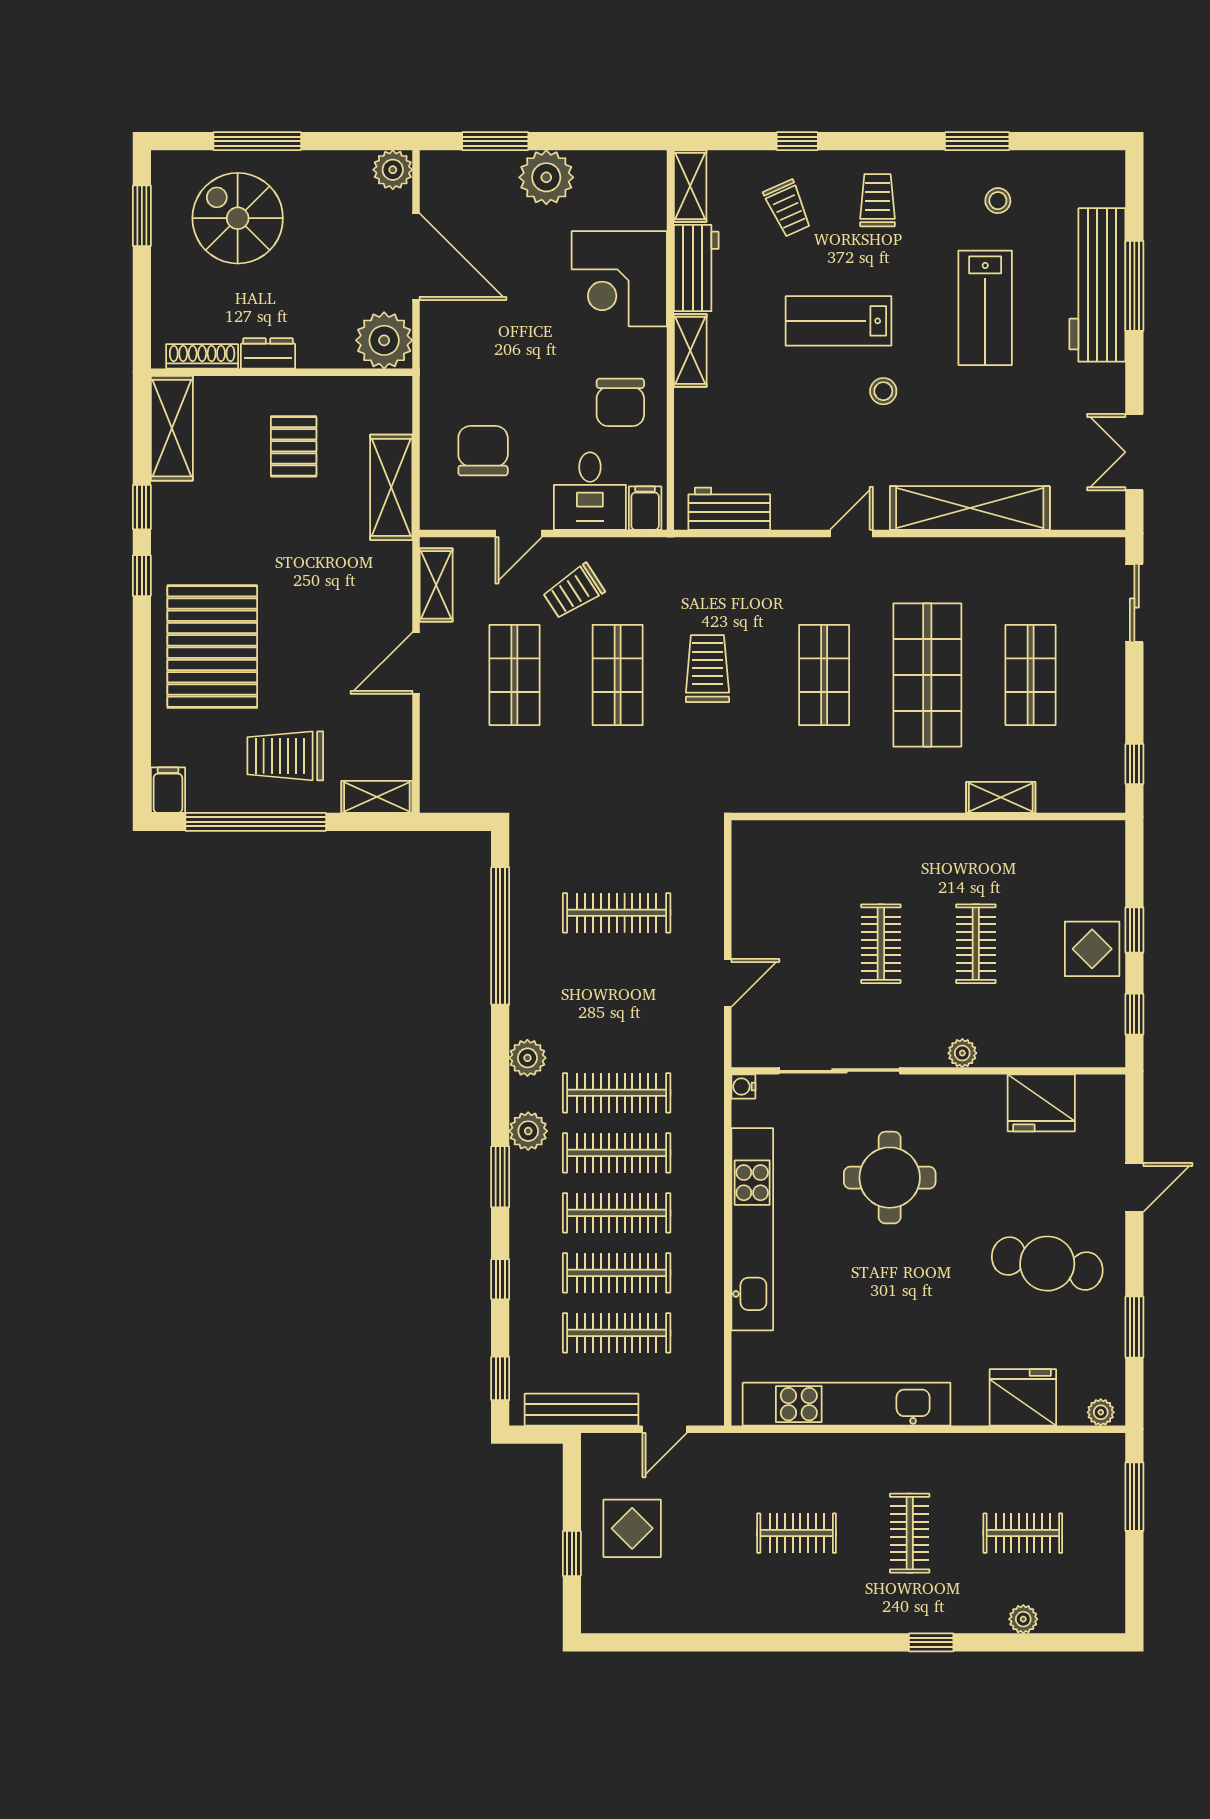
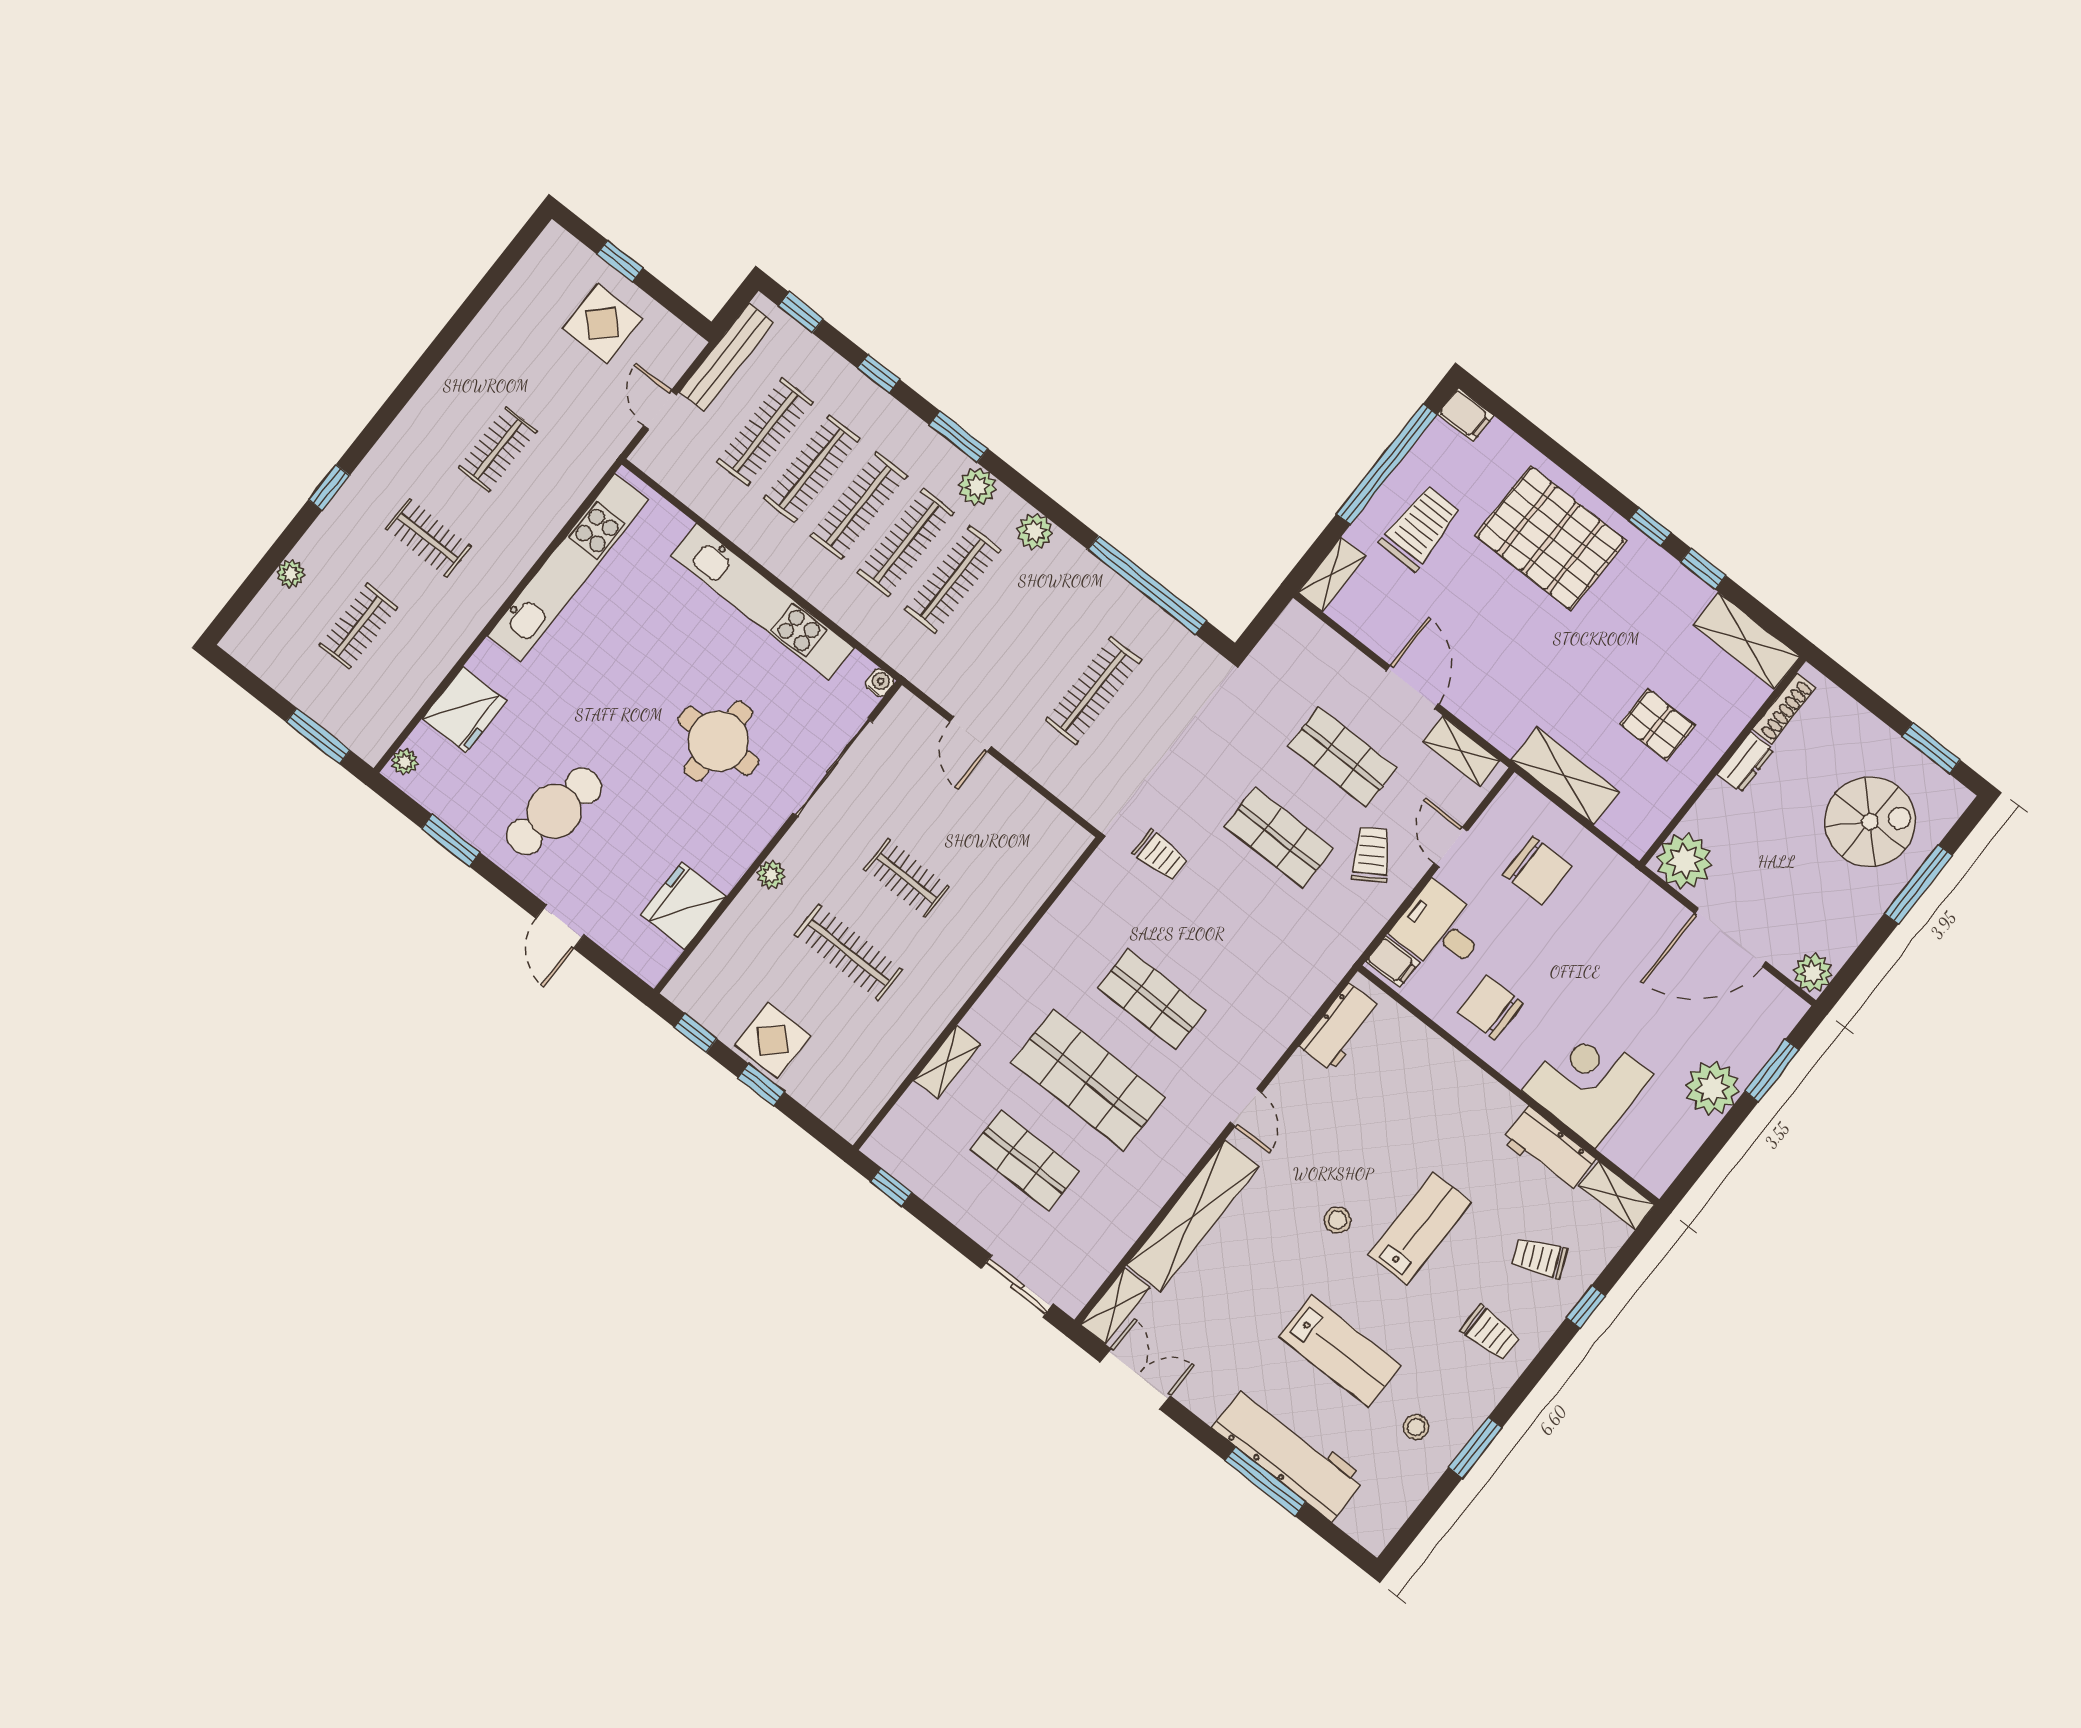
lab bench: (985, 308) -> (1340, 1351), turned 180
shelving: (690, 350) -> (1115, 1306), moved, turned 90
trolley: (707, 669) -> (1160, 856), moved, width x0.73, depth x0.72
clothes rail: (976, 944) -> (848, 952), width x1.36

